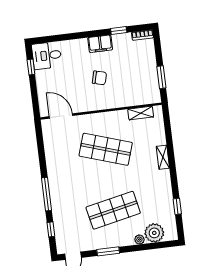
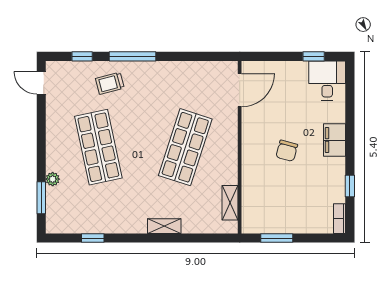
filing cabinet: (100, 44) -> (335, 140), moved
trolley: (67, 208) -> (110, 83), added
plant: (154, 233) -> (59, 201), removed
window: (108, 251) -> (41, 198), moved

